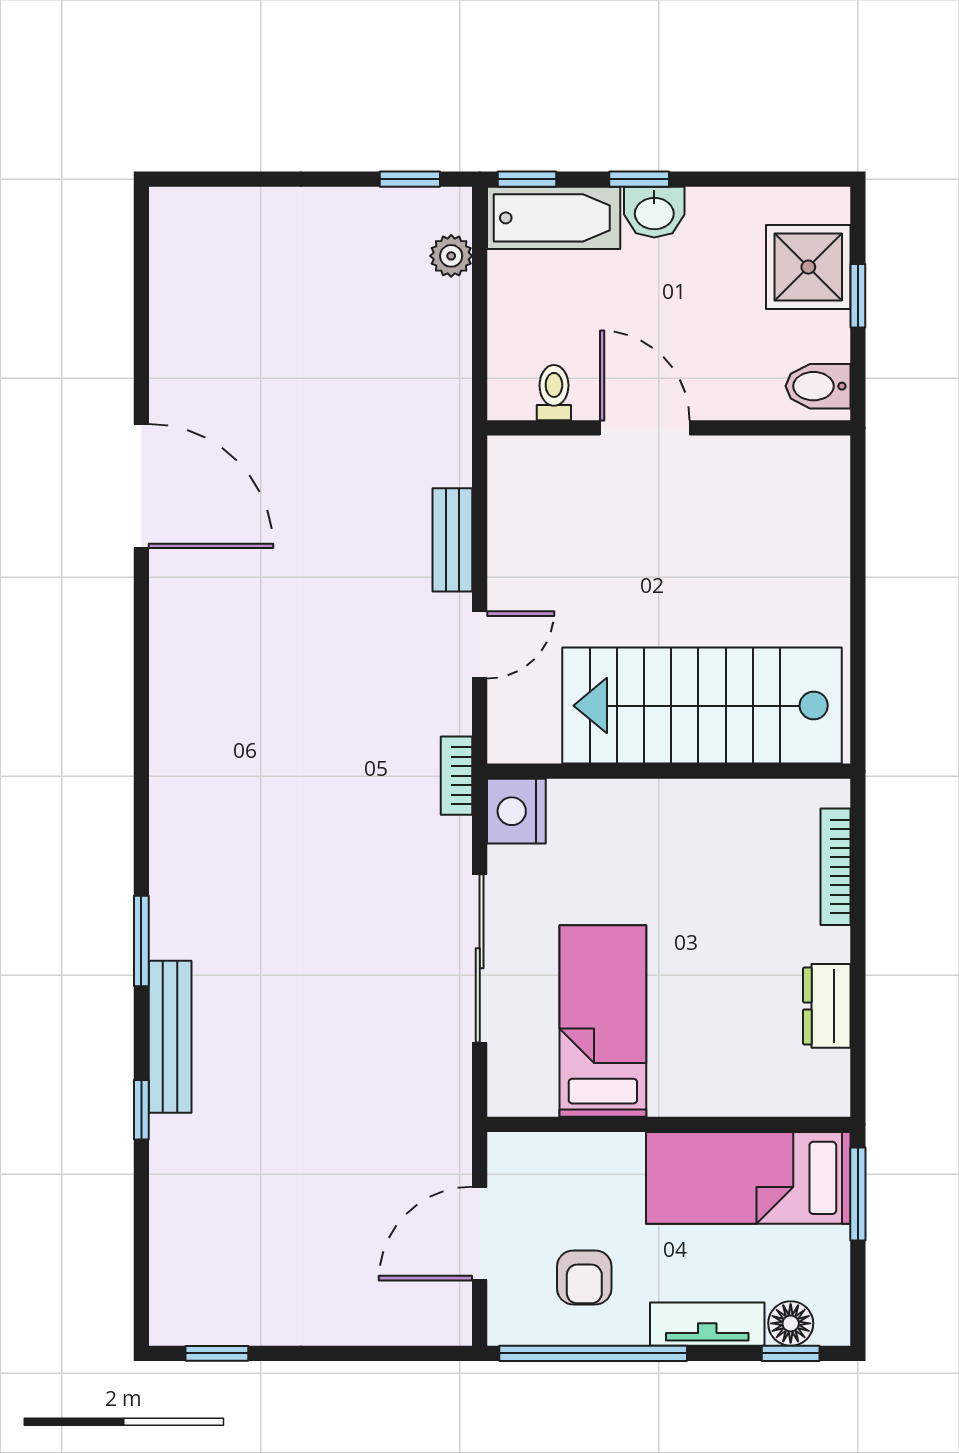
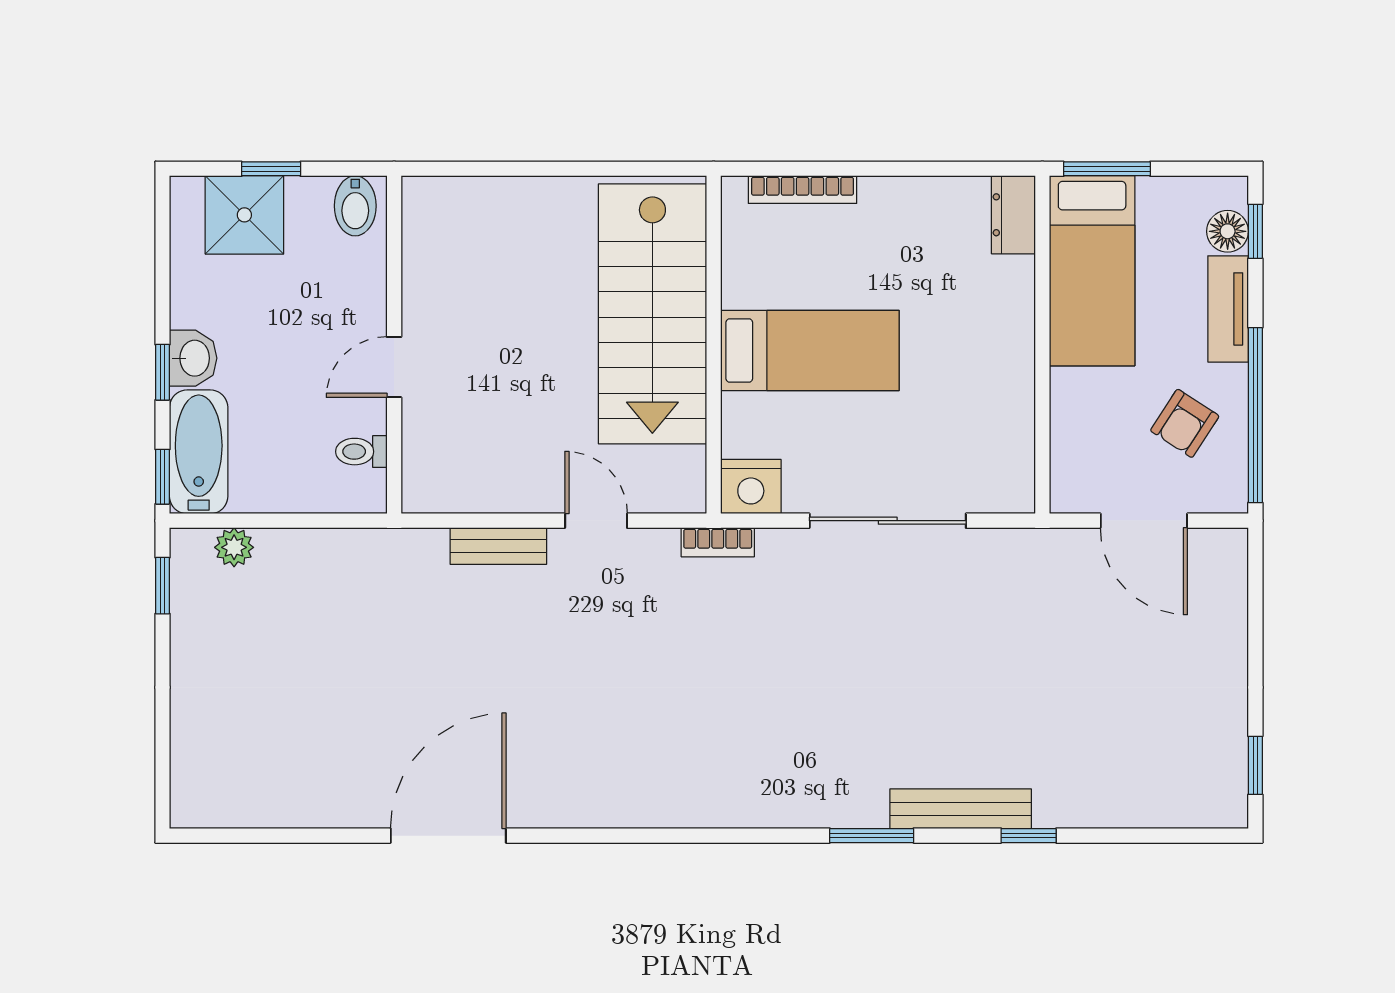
door: (645, 428) -> (394, 367), width x0.73
dresser: (827, 1006) -> (1013, 215), moved, turned 90
bed: (603, 1021) -> (810, 350), moved, turned 180
armchair: (584, 1277) -> (1185, 423), turned 123

